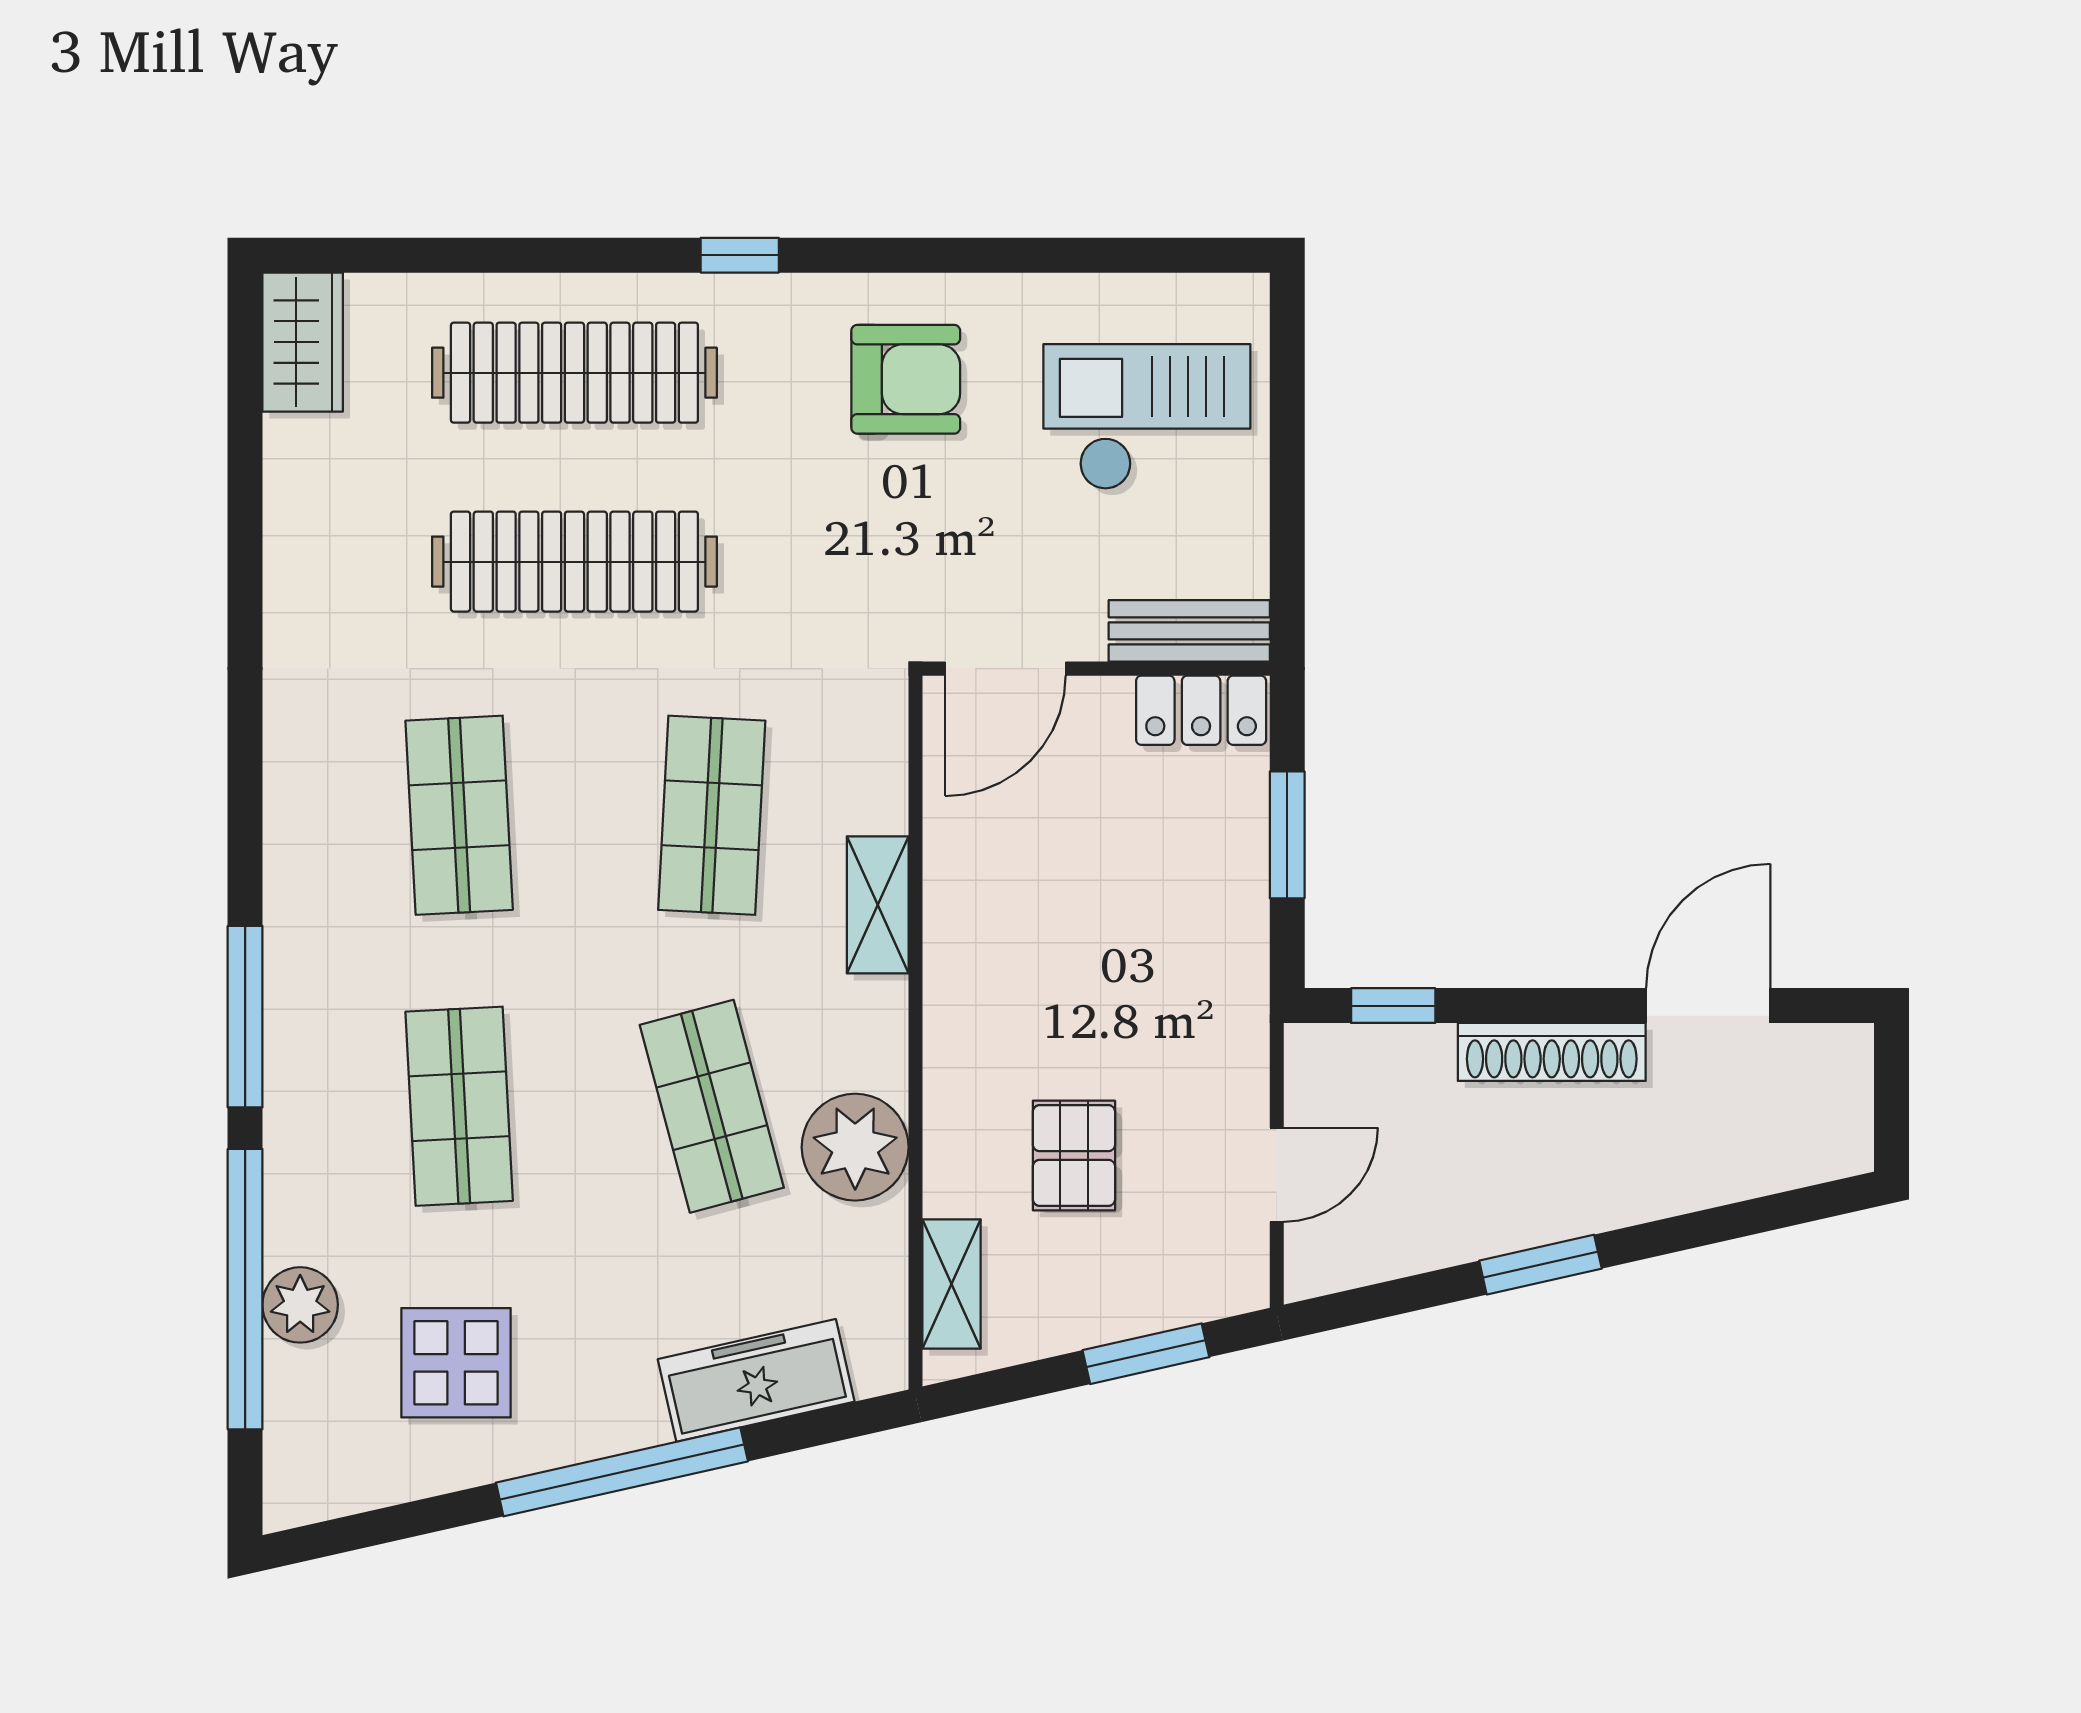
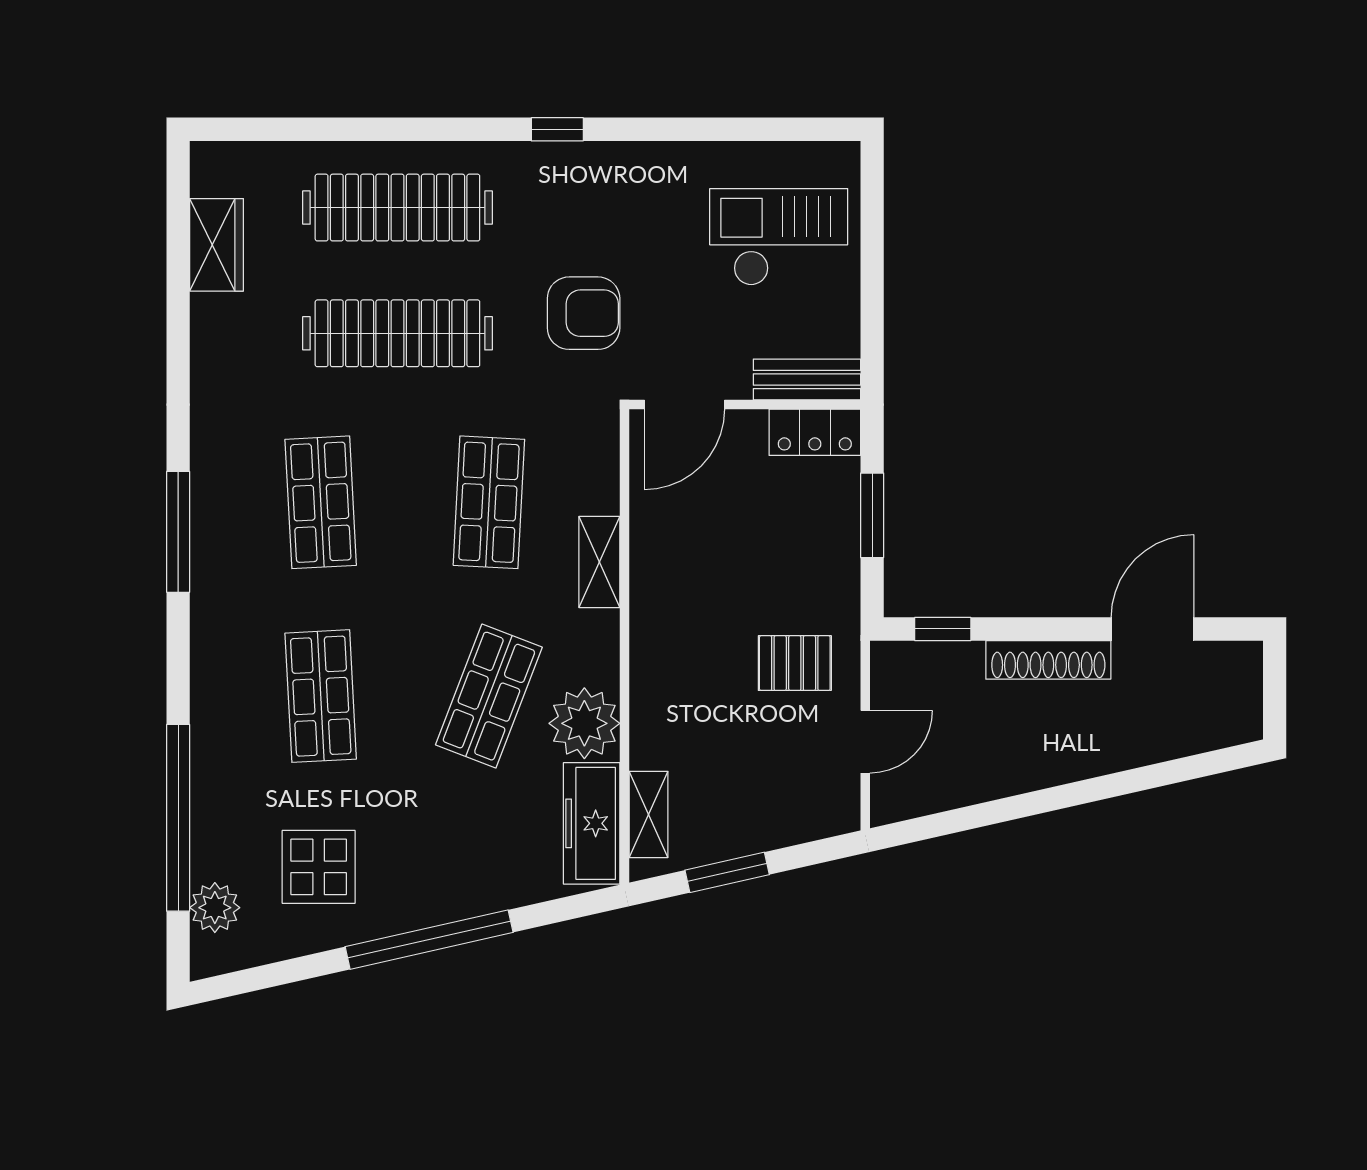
window: (740, 255) -> (557, 129), moved
wardrobe: (303, 342) -> (217, 245), moved
armchair: (906, 379) -> (584, 313), moved
window: (245, 1017) -> (178, 532), moved
shop shelf: (712, 1106) -> (489, 696), turned 36
pallet: (1074, 1155) -> (795, 663), moved, turned 90
window: (1540, 1265) -> (1041, 802), removed
plant: (300, 1305) -> (215, 908), moved
window: (1146, 1354) -> (727, 872), moved
freezer: (756, 1380) -> (592, 823), moved, turned -77

